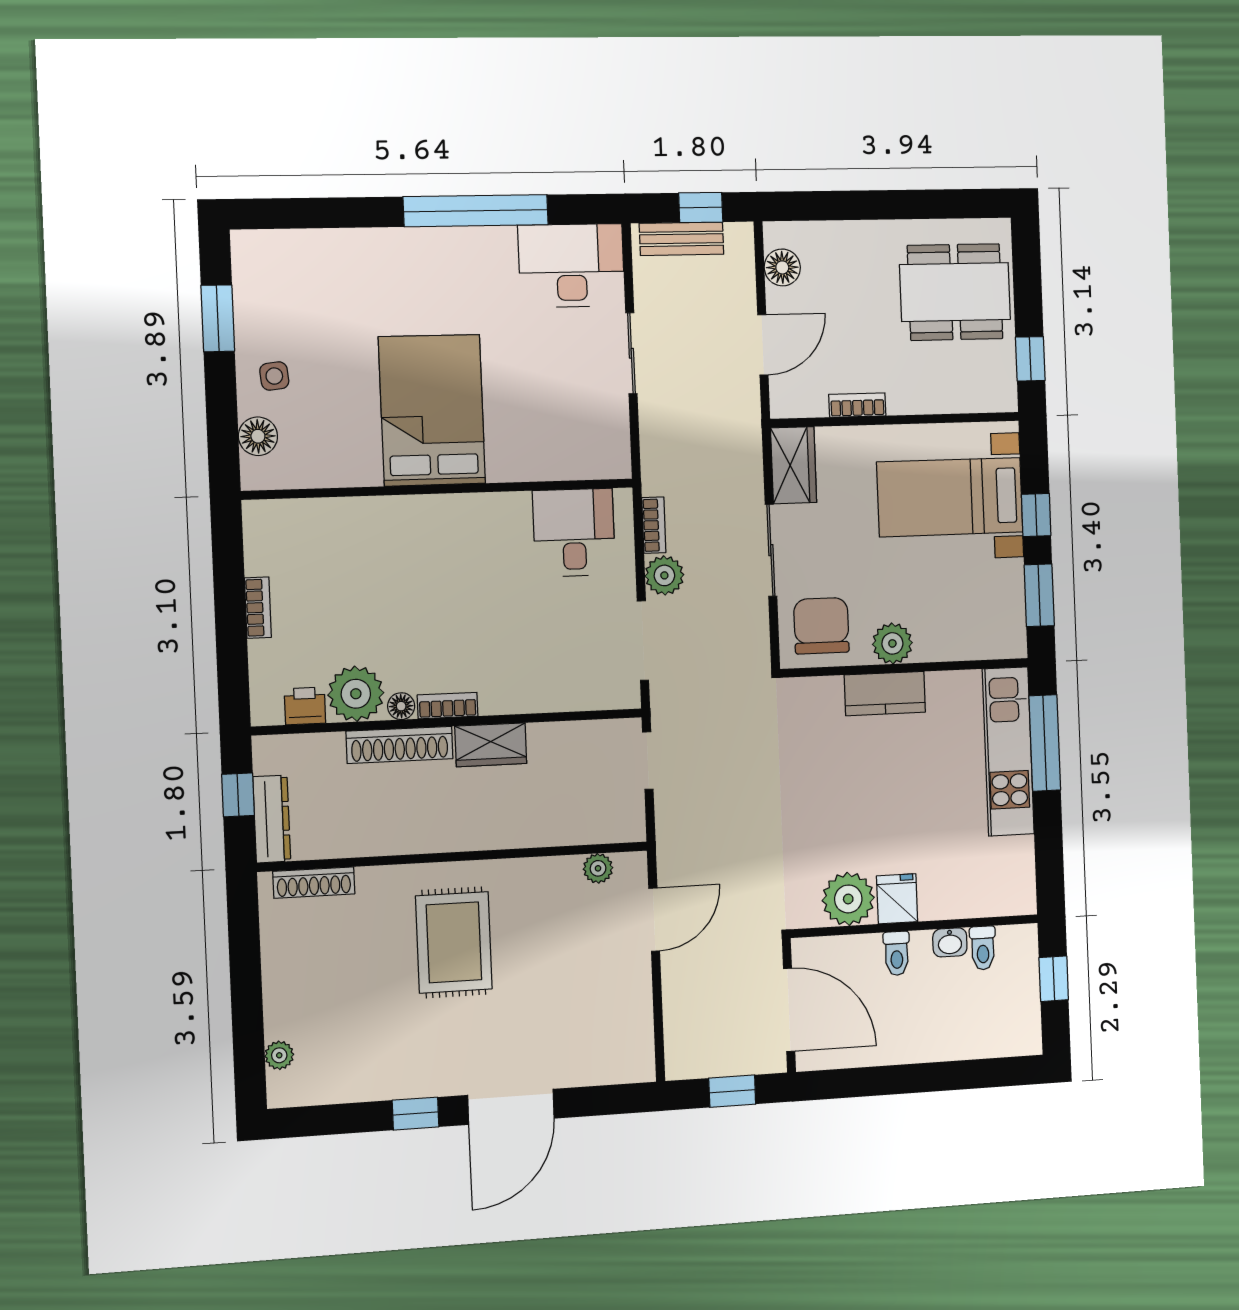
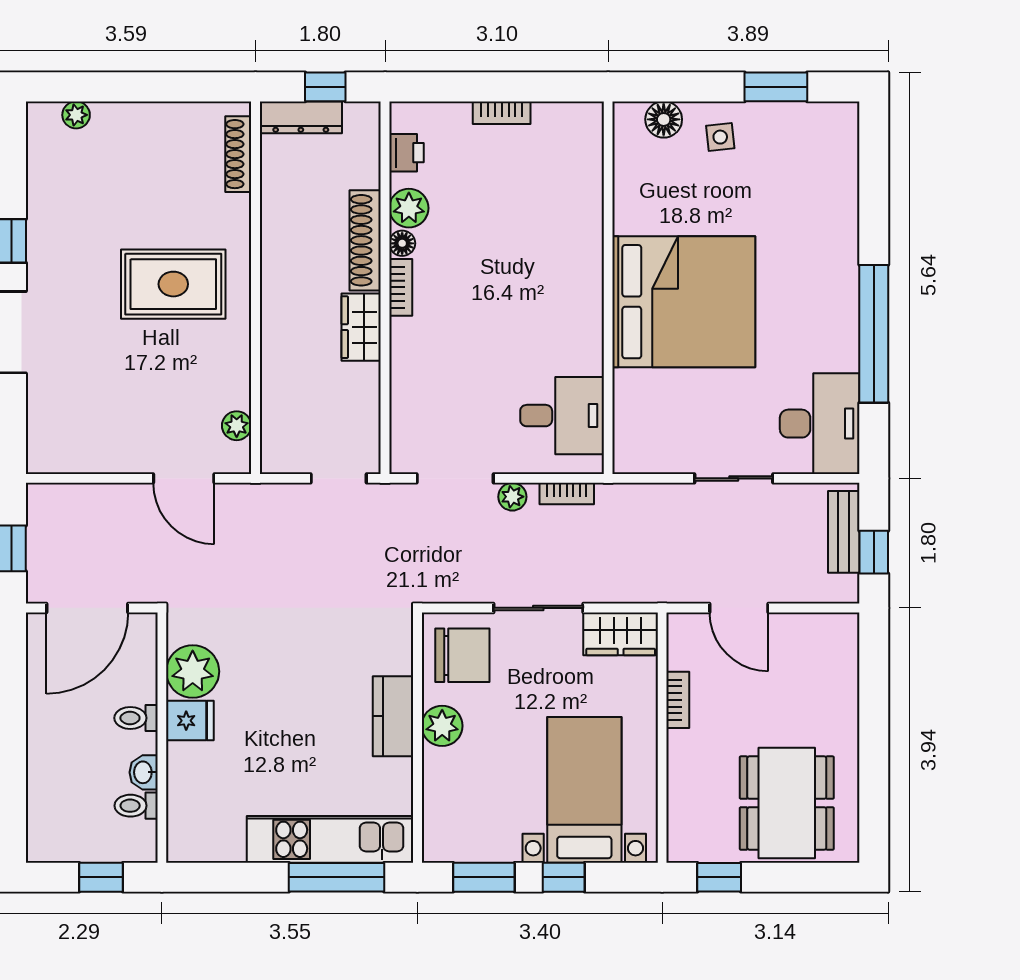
floor lamp: (782, 267) -> (814, 630), removed
bed: (432, 410) -> (684, 302), width x1.36
plant: (664, 575) -> (512, 497), width x0.73, depth x0.73
plant: (356, 694) -> (409, 208), width x0.73, depth x0.73

